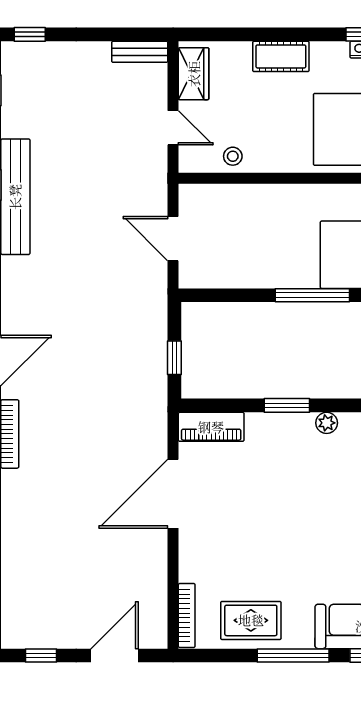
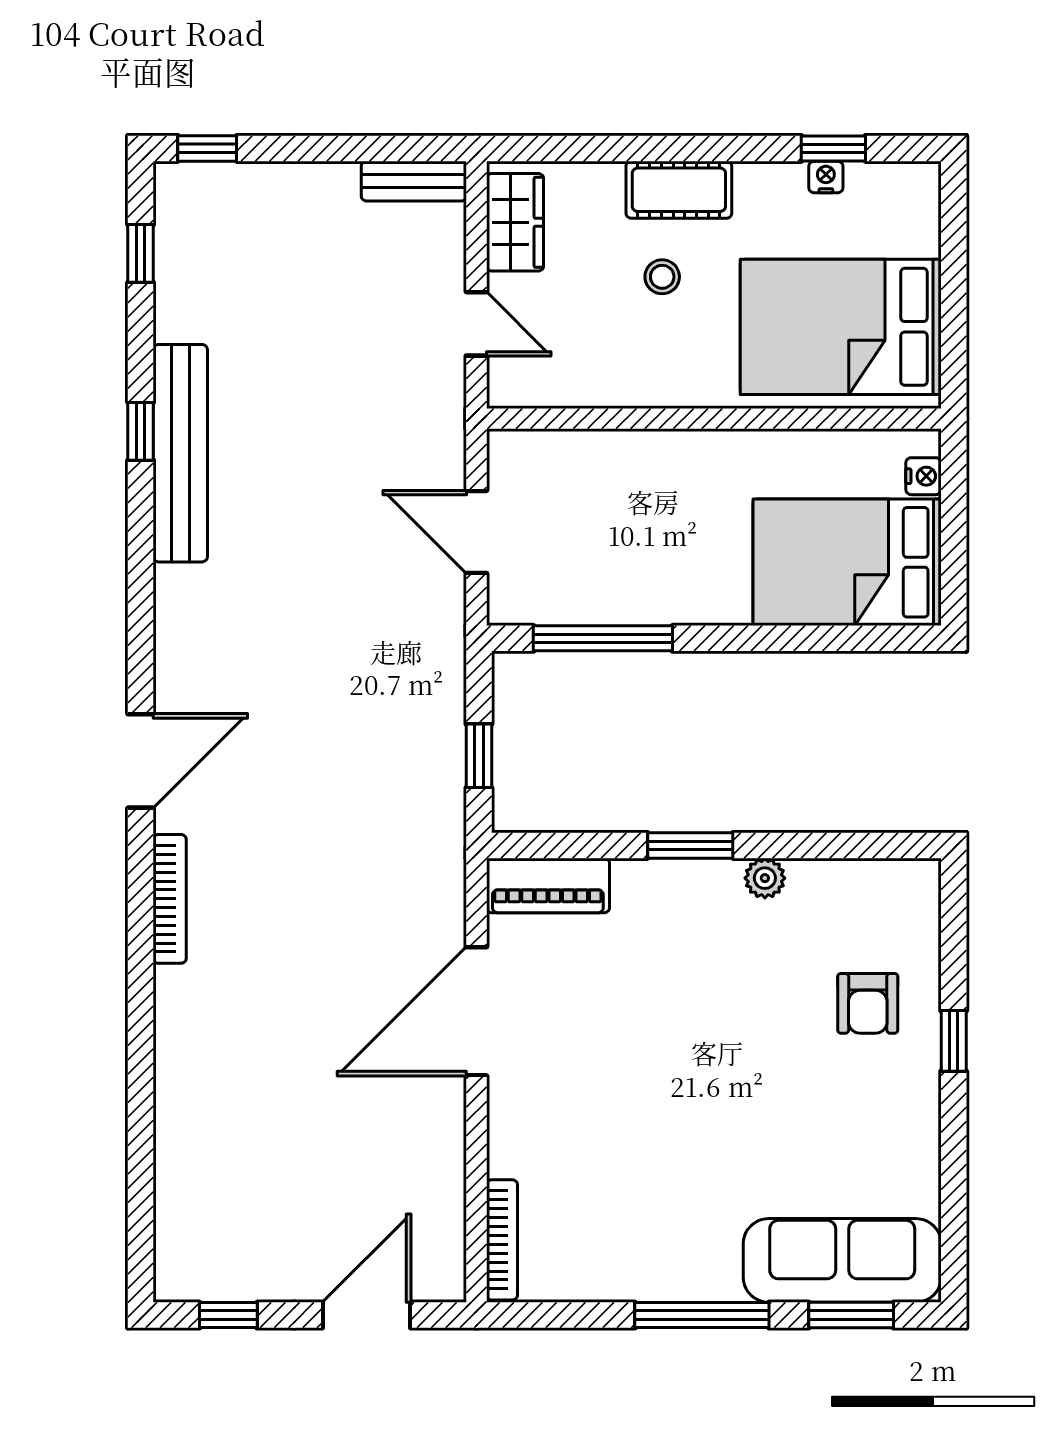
stool: (233, 156) -> (662, 277), moved
window: (312, 295) -> (603, 638), moved
rug: (251, 620) -> (623, 1249), removed

